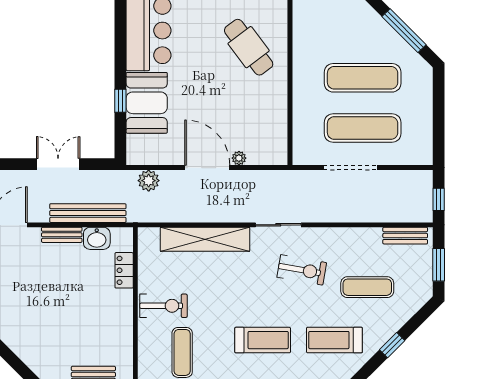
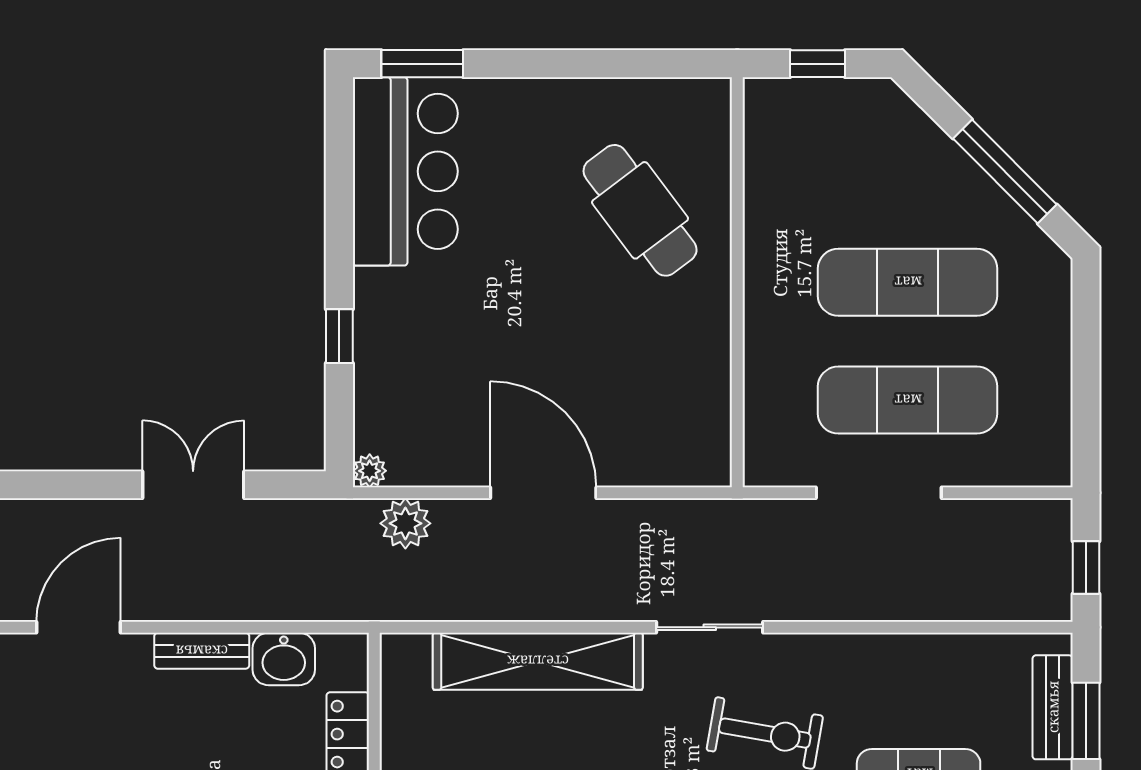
booth: (147, 103) -> (401, 341), removed
plant: (239, 158) -> (370, 471), moved
bench: (88, 213) -> (263, 600), removed
bench: (405, 236) -> (1053, 707), moved, turned 90

